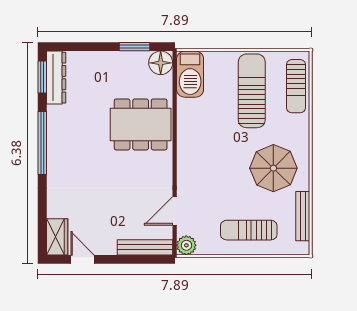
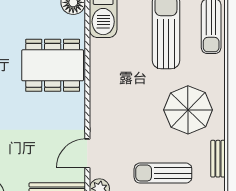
bench: (303, 216) -> (218, 159), width x0.73

